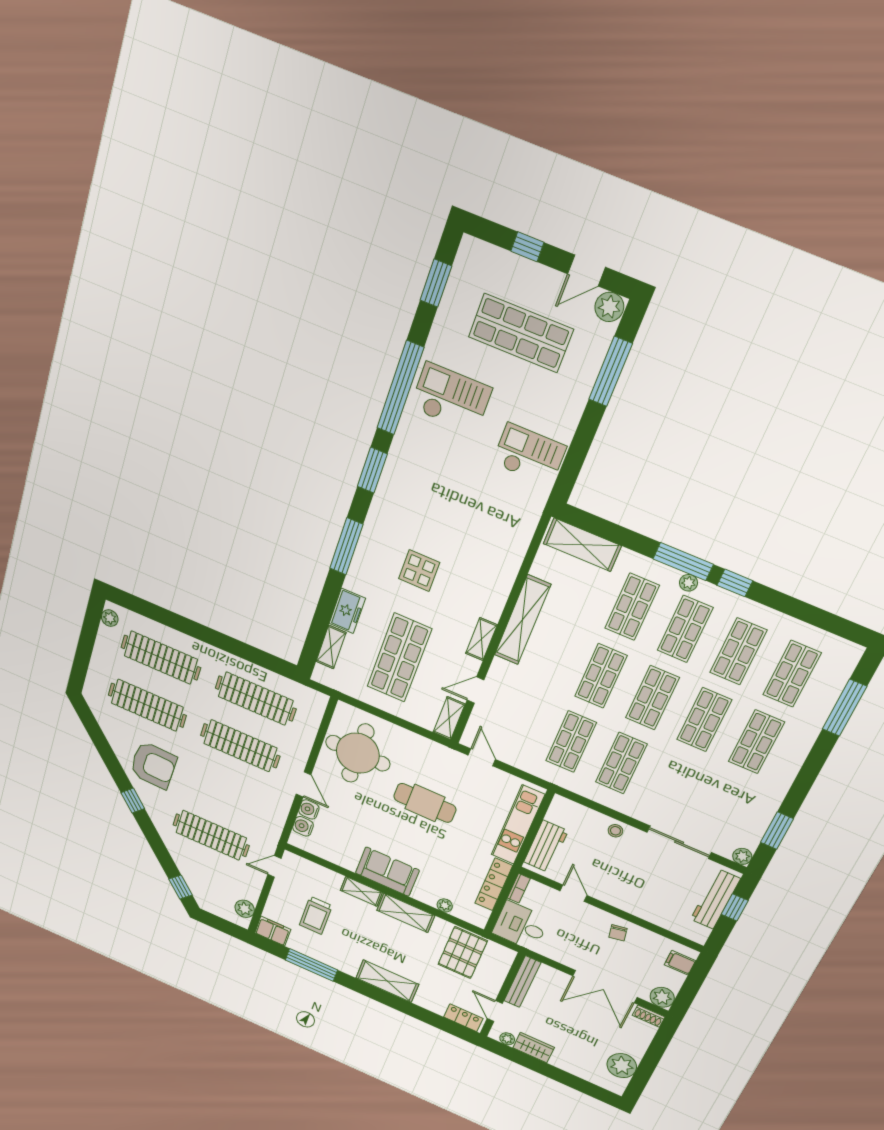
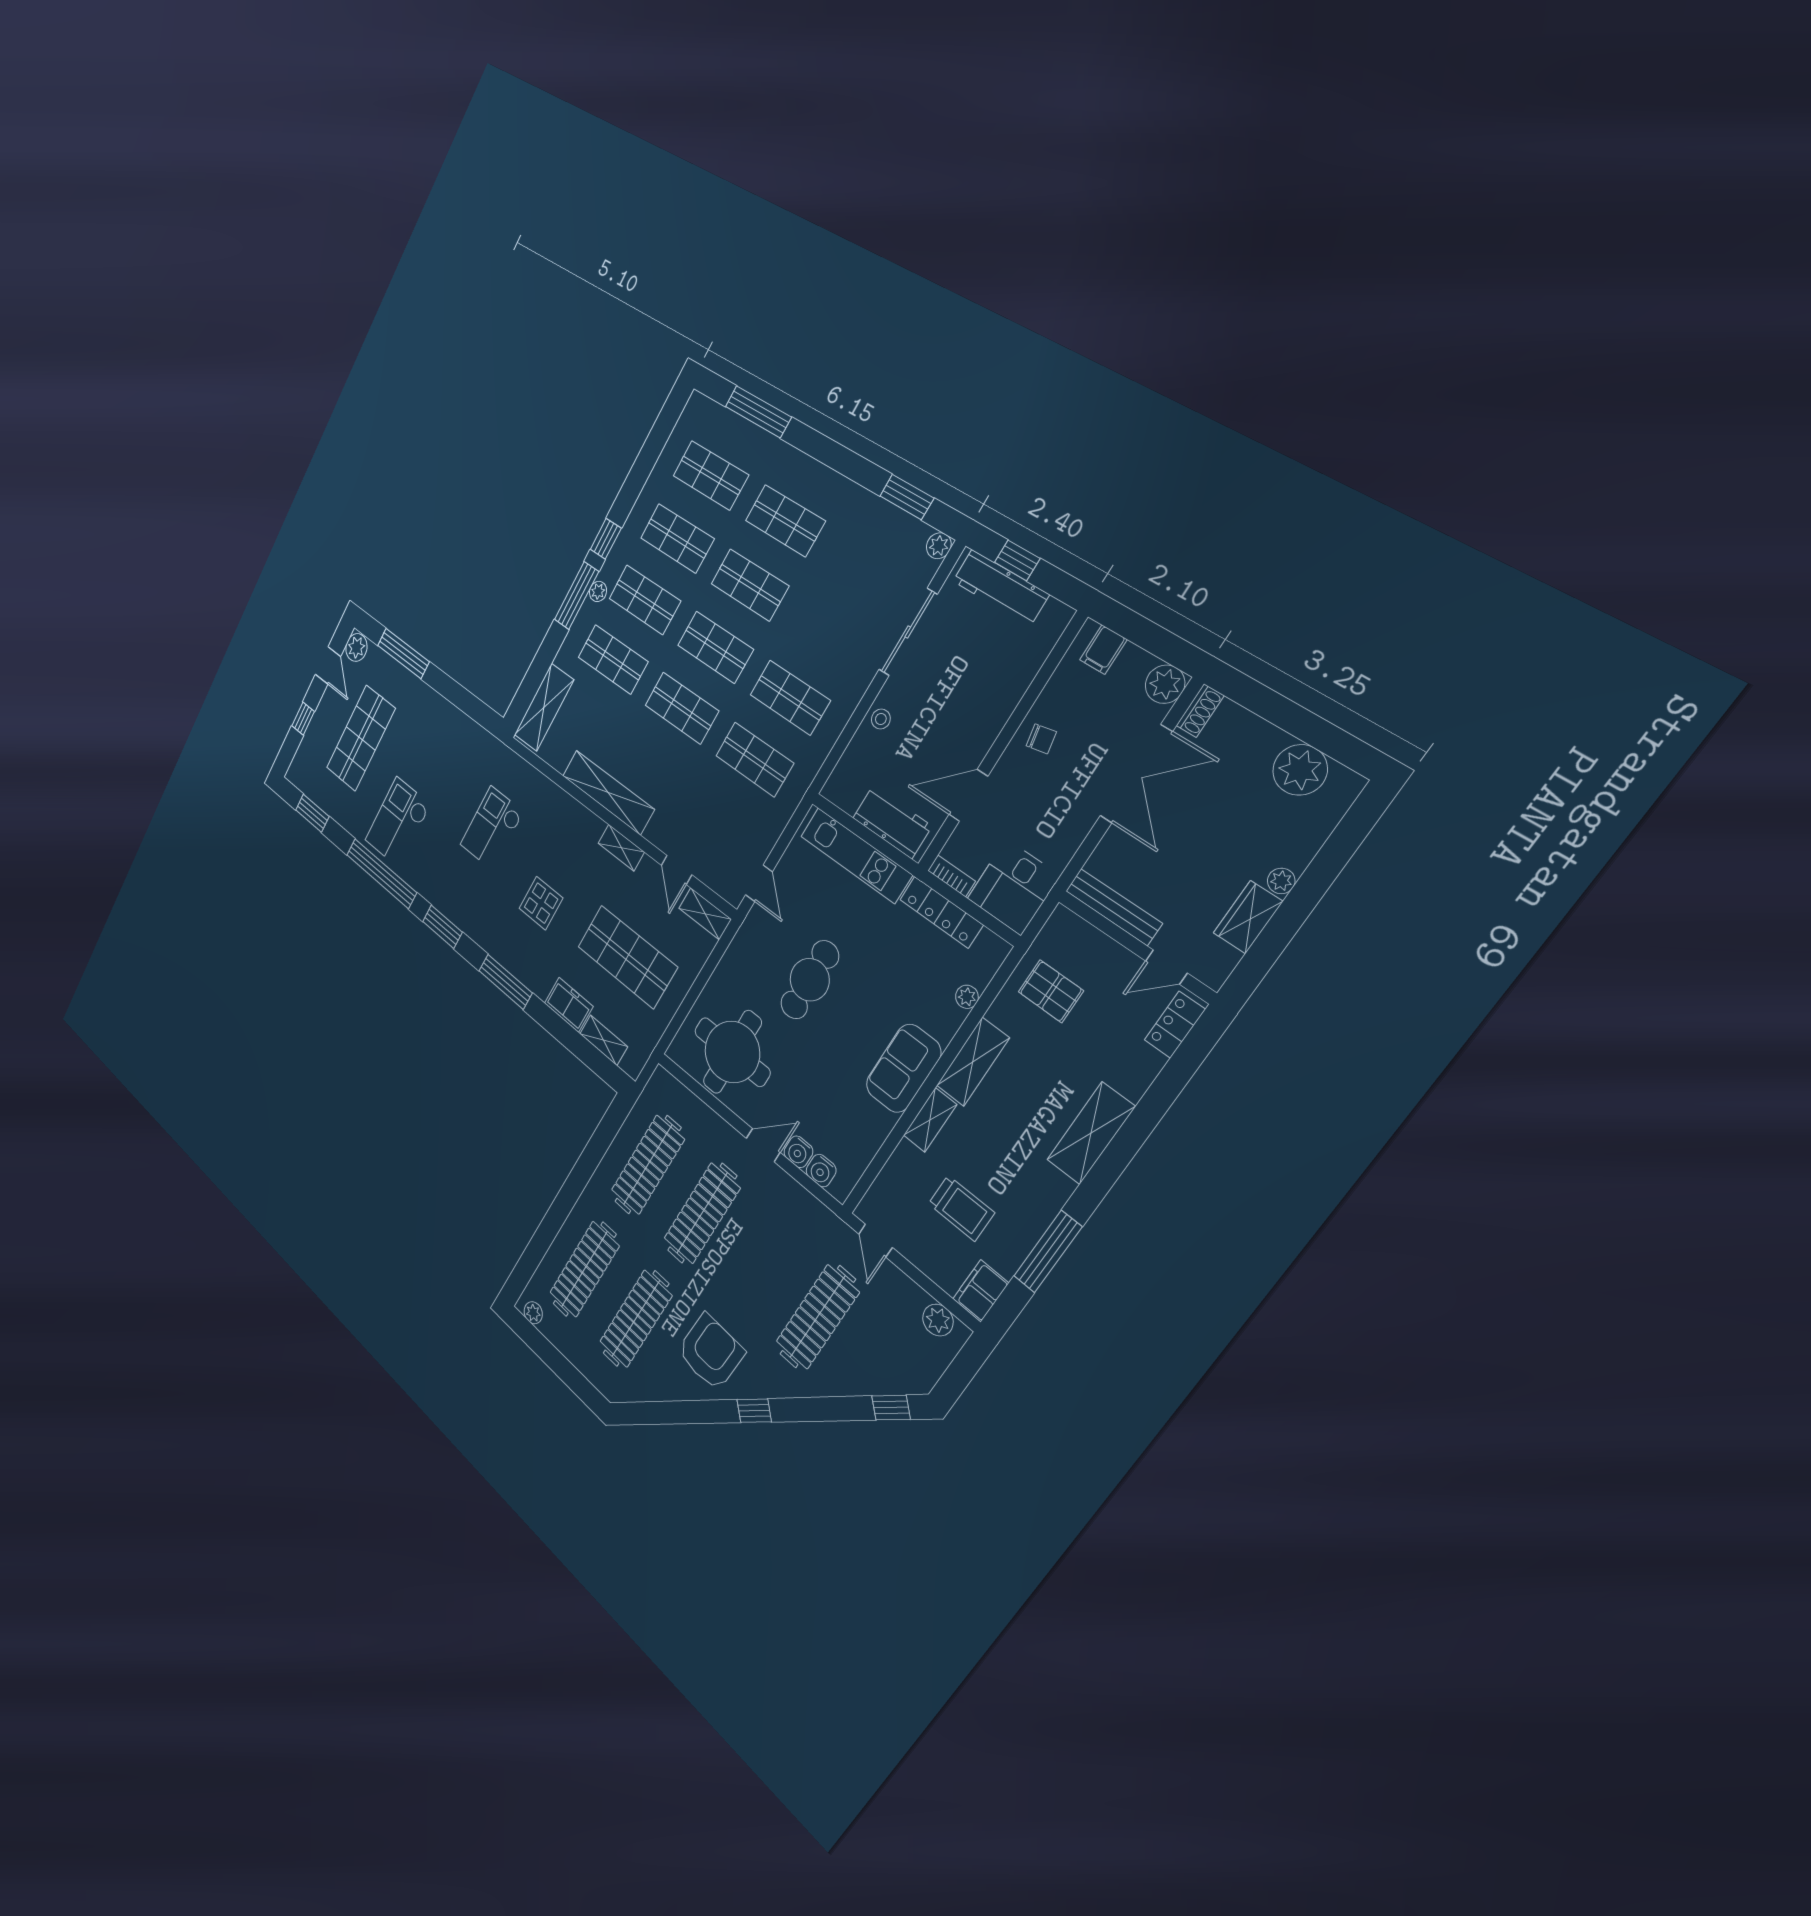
checkout: (529, 455) -> (492, 828), moved
door: (482, 757) -> (759, 883), swing flipped
door: (573, 893) -> (968, 795), width x1.38
pallet: (463, 953) -> (1051, 991), width x0.67, depth x0.71
plant: (507, 1039) -> (1281, 881), moved

